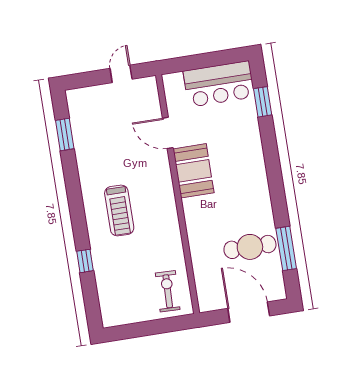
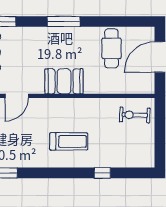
booth: (193, 171) -> (64, 81), moved
window: (286, 248) -> (64, 22), moved

